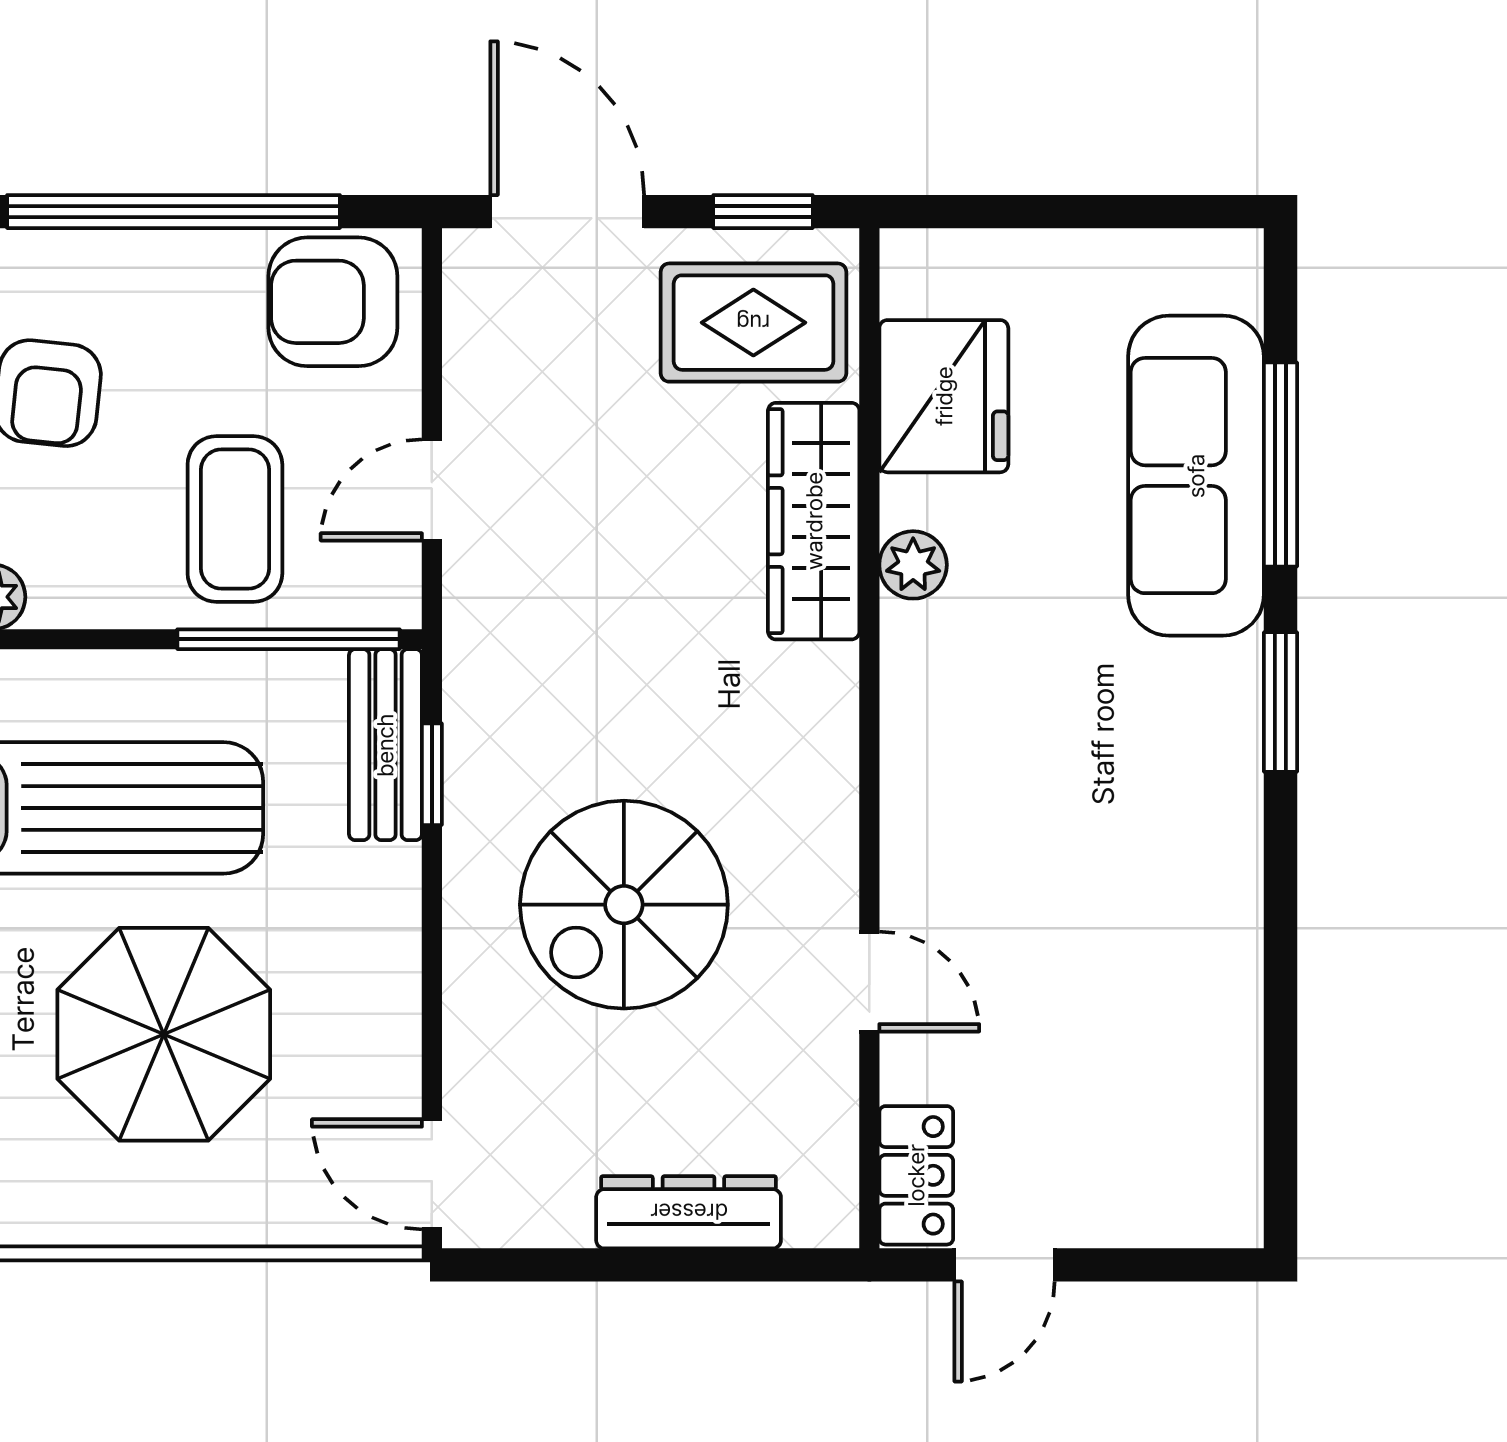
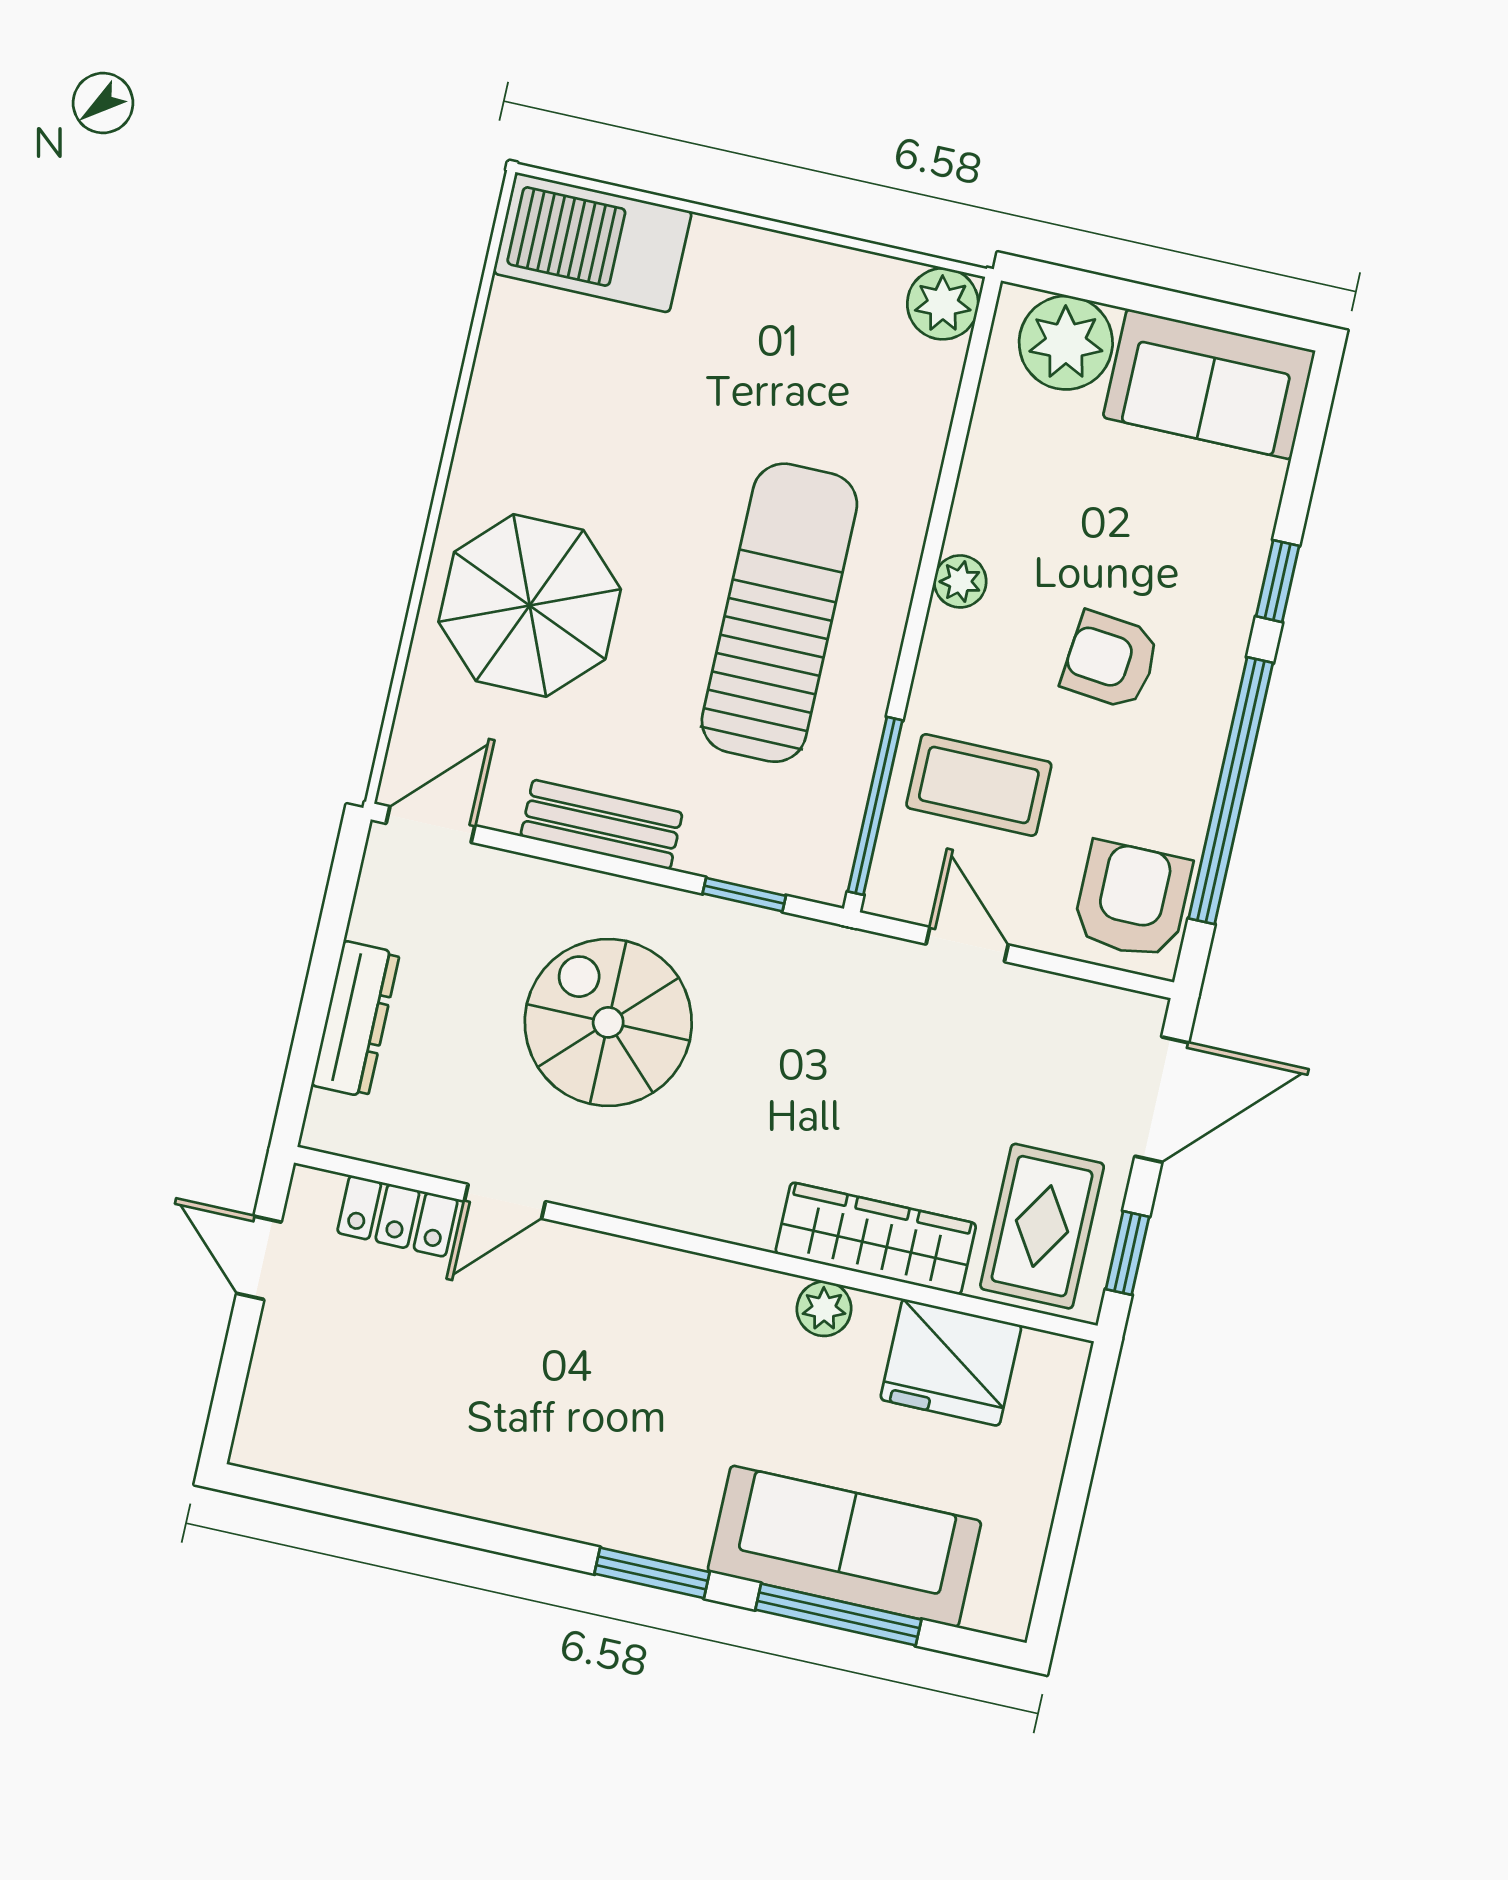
bench: (385, 745) -> (601, 825), moved
parasol: (164, 1034) -> (530, 606), moved
locker: (916, 1175) -> (397, 1216), moved

